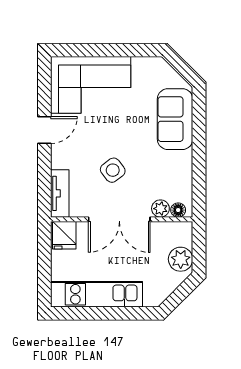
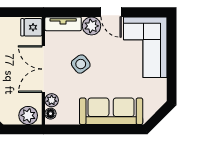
sofa: (175, 119) -> (111, 111), width x1.36
plant: (63, 156) -> (92, 26), added
plant: (181, 259) -> (28, 115), moved

